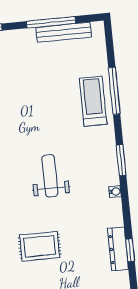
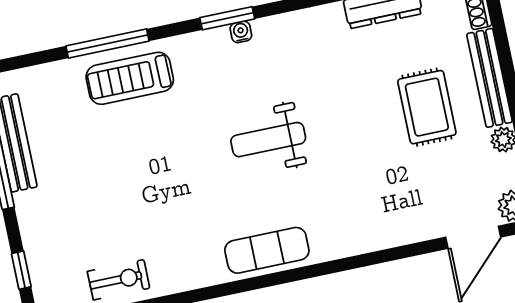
water cooler: (115, 192) -> (241, 32), moved
rug: (40, 246) -> (427, 107), moved

